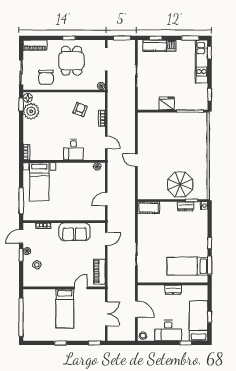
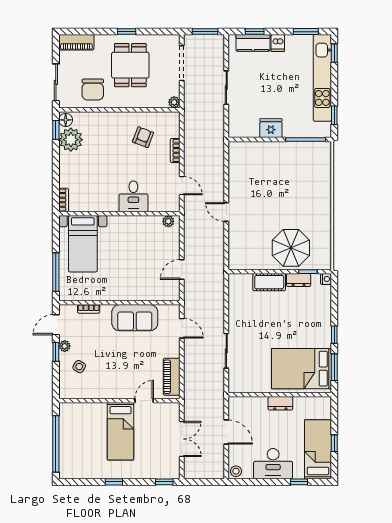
kitchen unit: (201, 62) -> (322, 78), width x1.36
cot: (149, 208) -> (269, 282), moved
door: (106, 239) -> (182, 328), hinge flipped
bed: (187, 266) -> (301, 369), width x1.50

